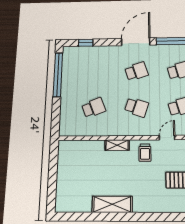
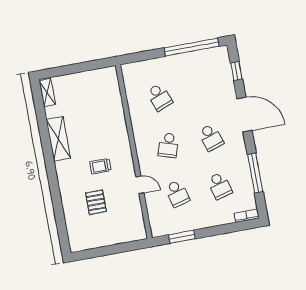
door: (136, 42) -> (244, 114), moved
shelving: (117, 145) -> (47, 93), moved
trolley: (145, 153) -> (100, 166), moved

